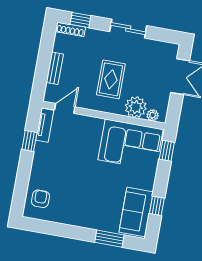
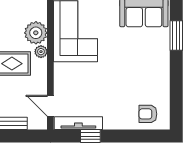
plant: (153, 115) -> (41, 52), moved
tv unit: (45, 125) -> (78, 123), width x1.41

